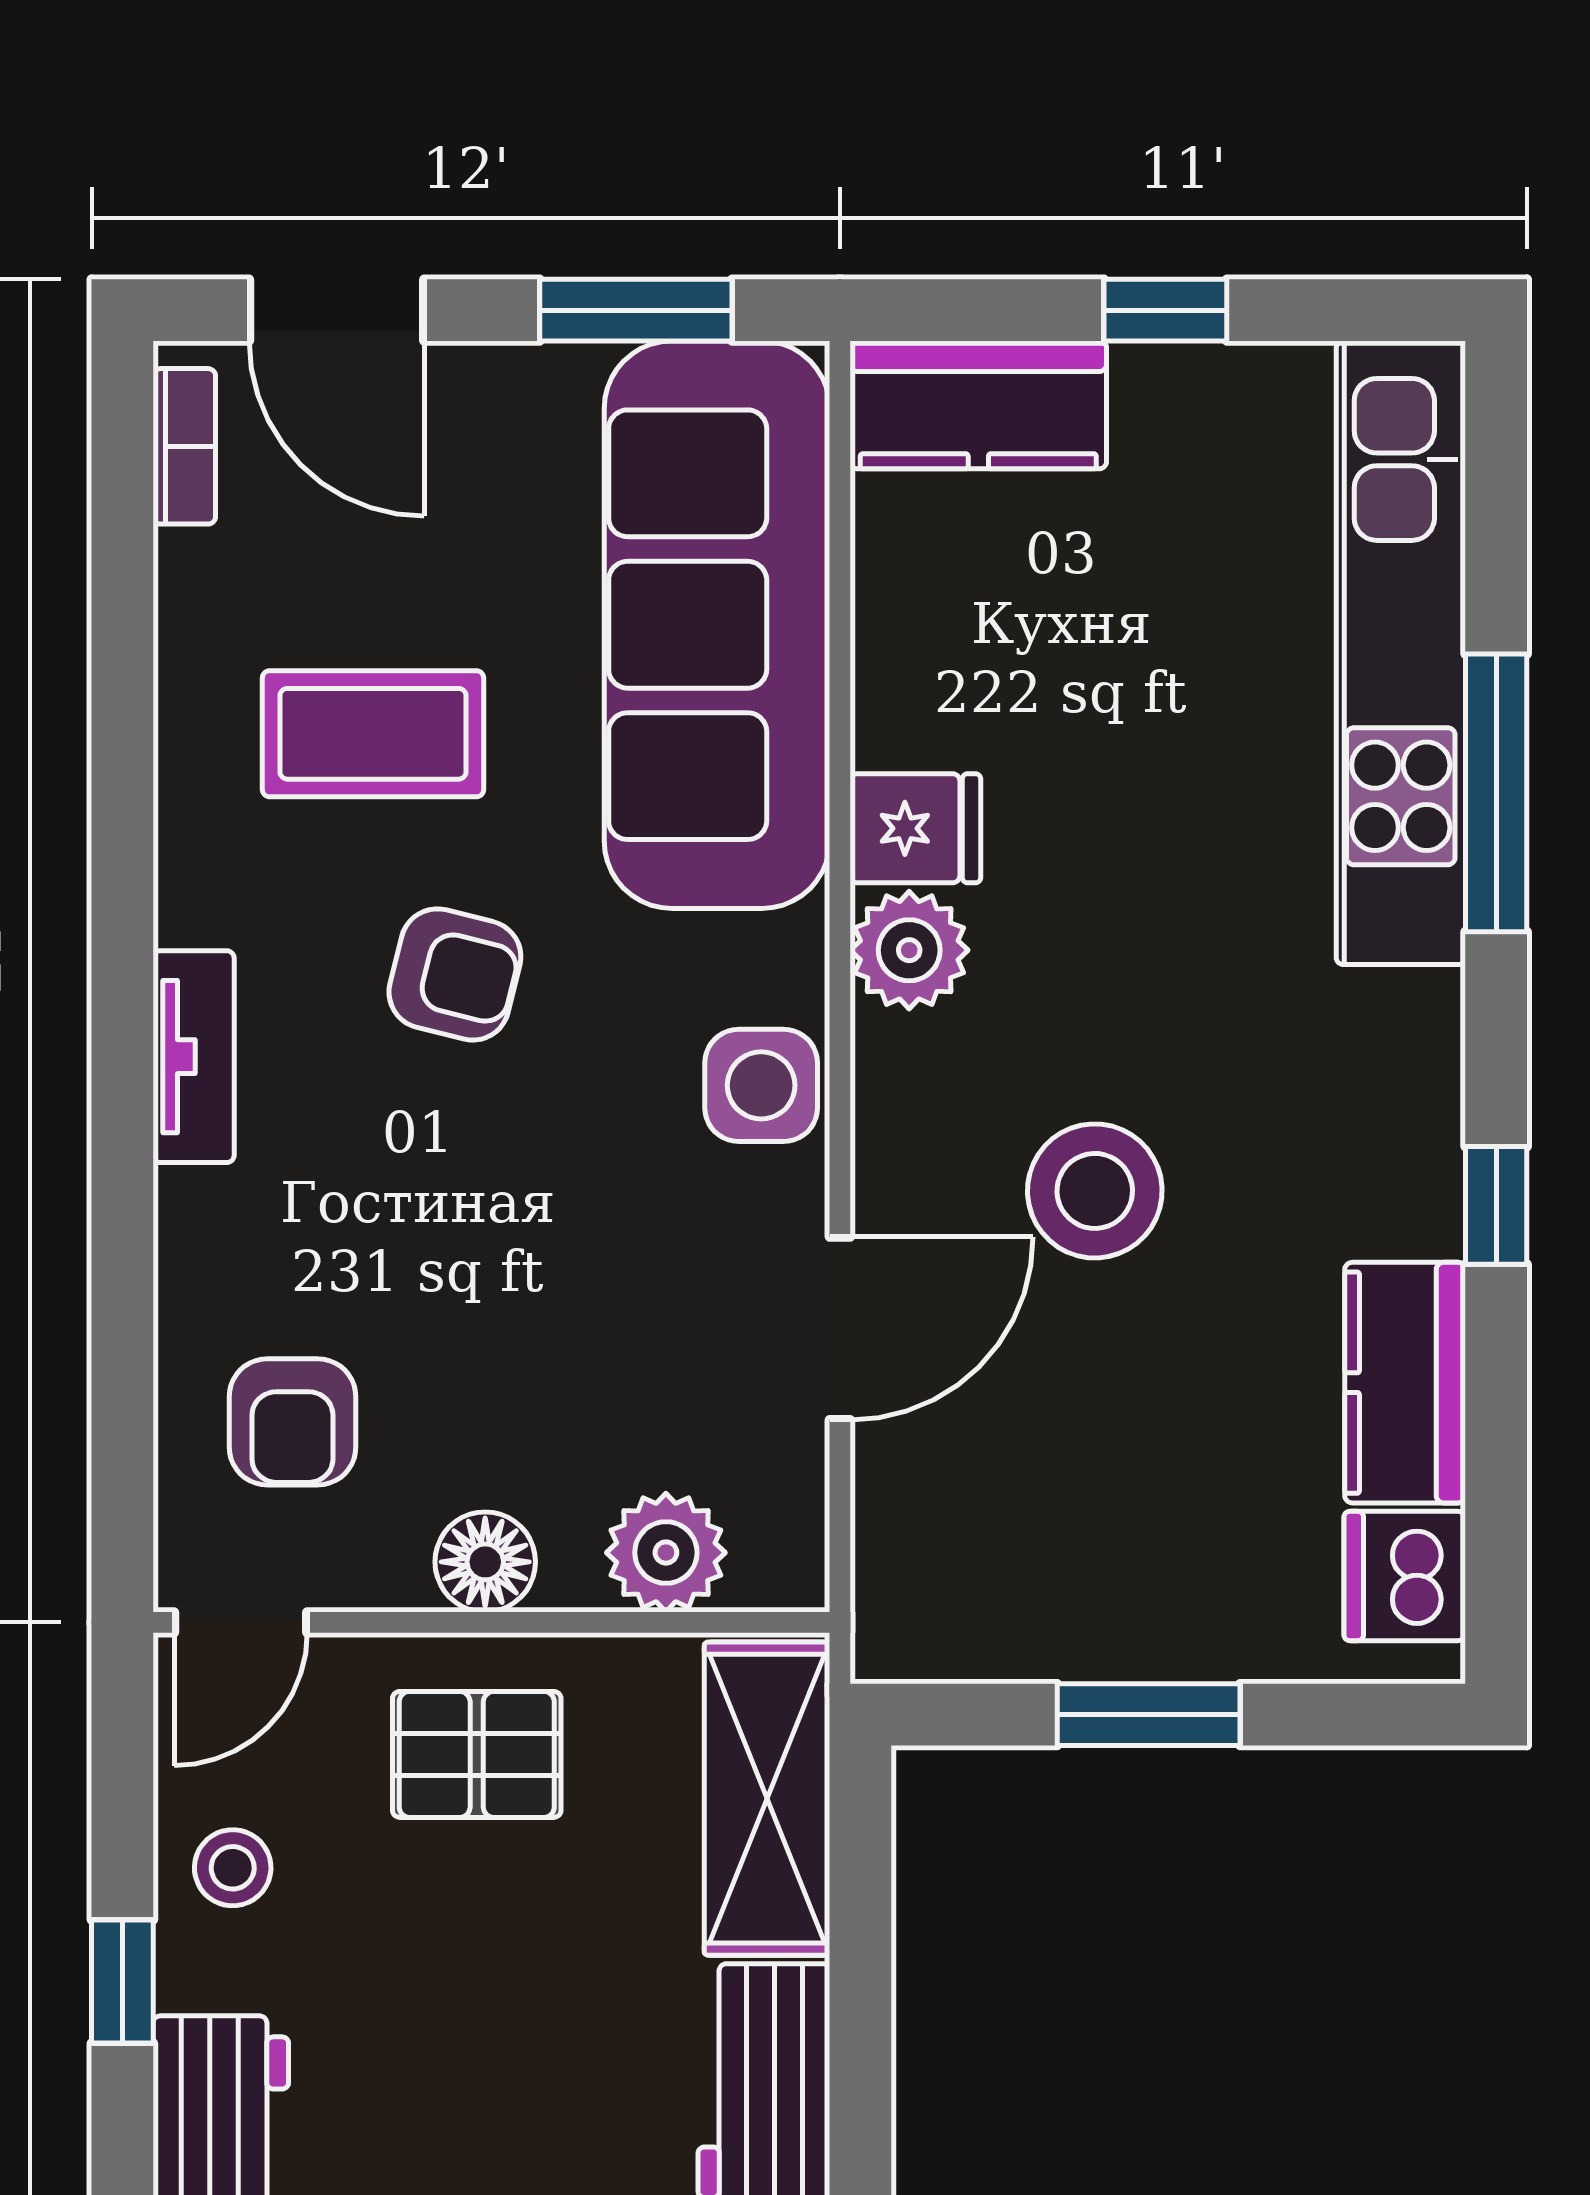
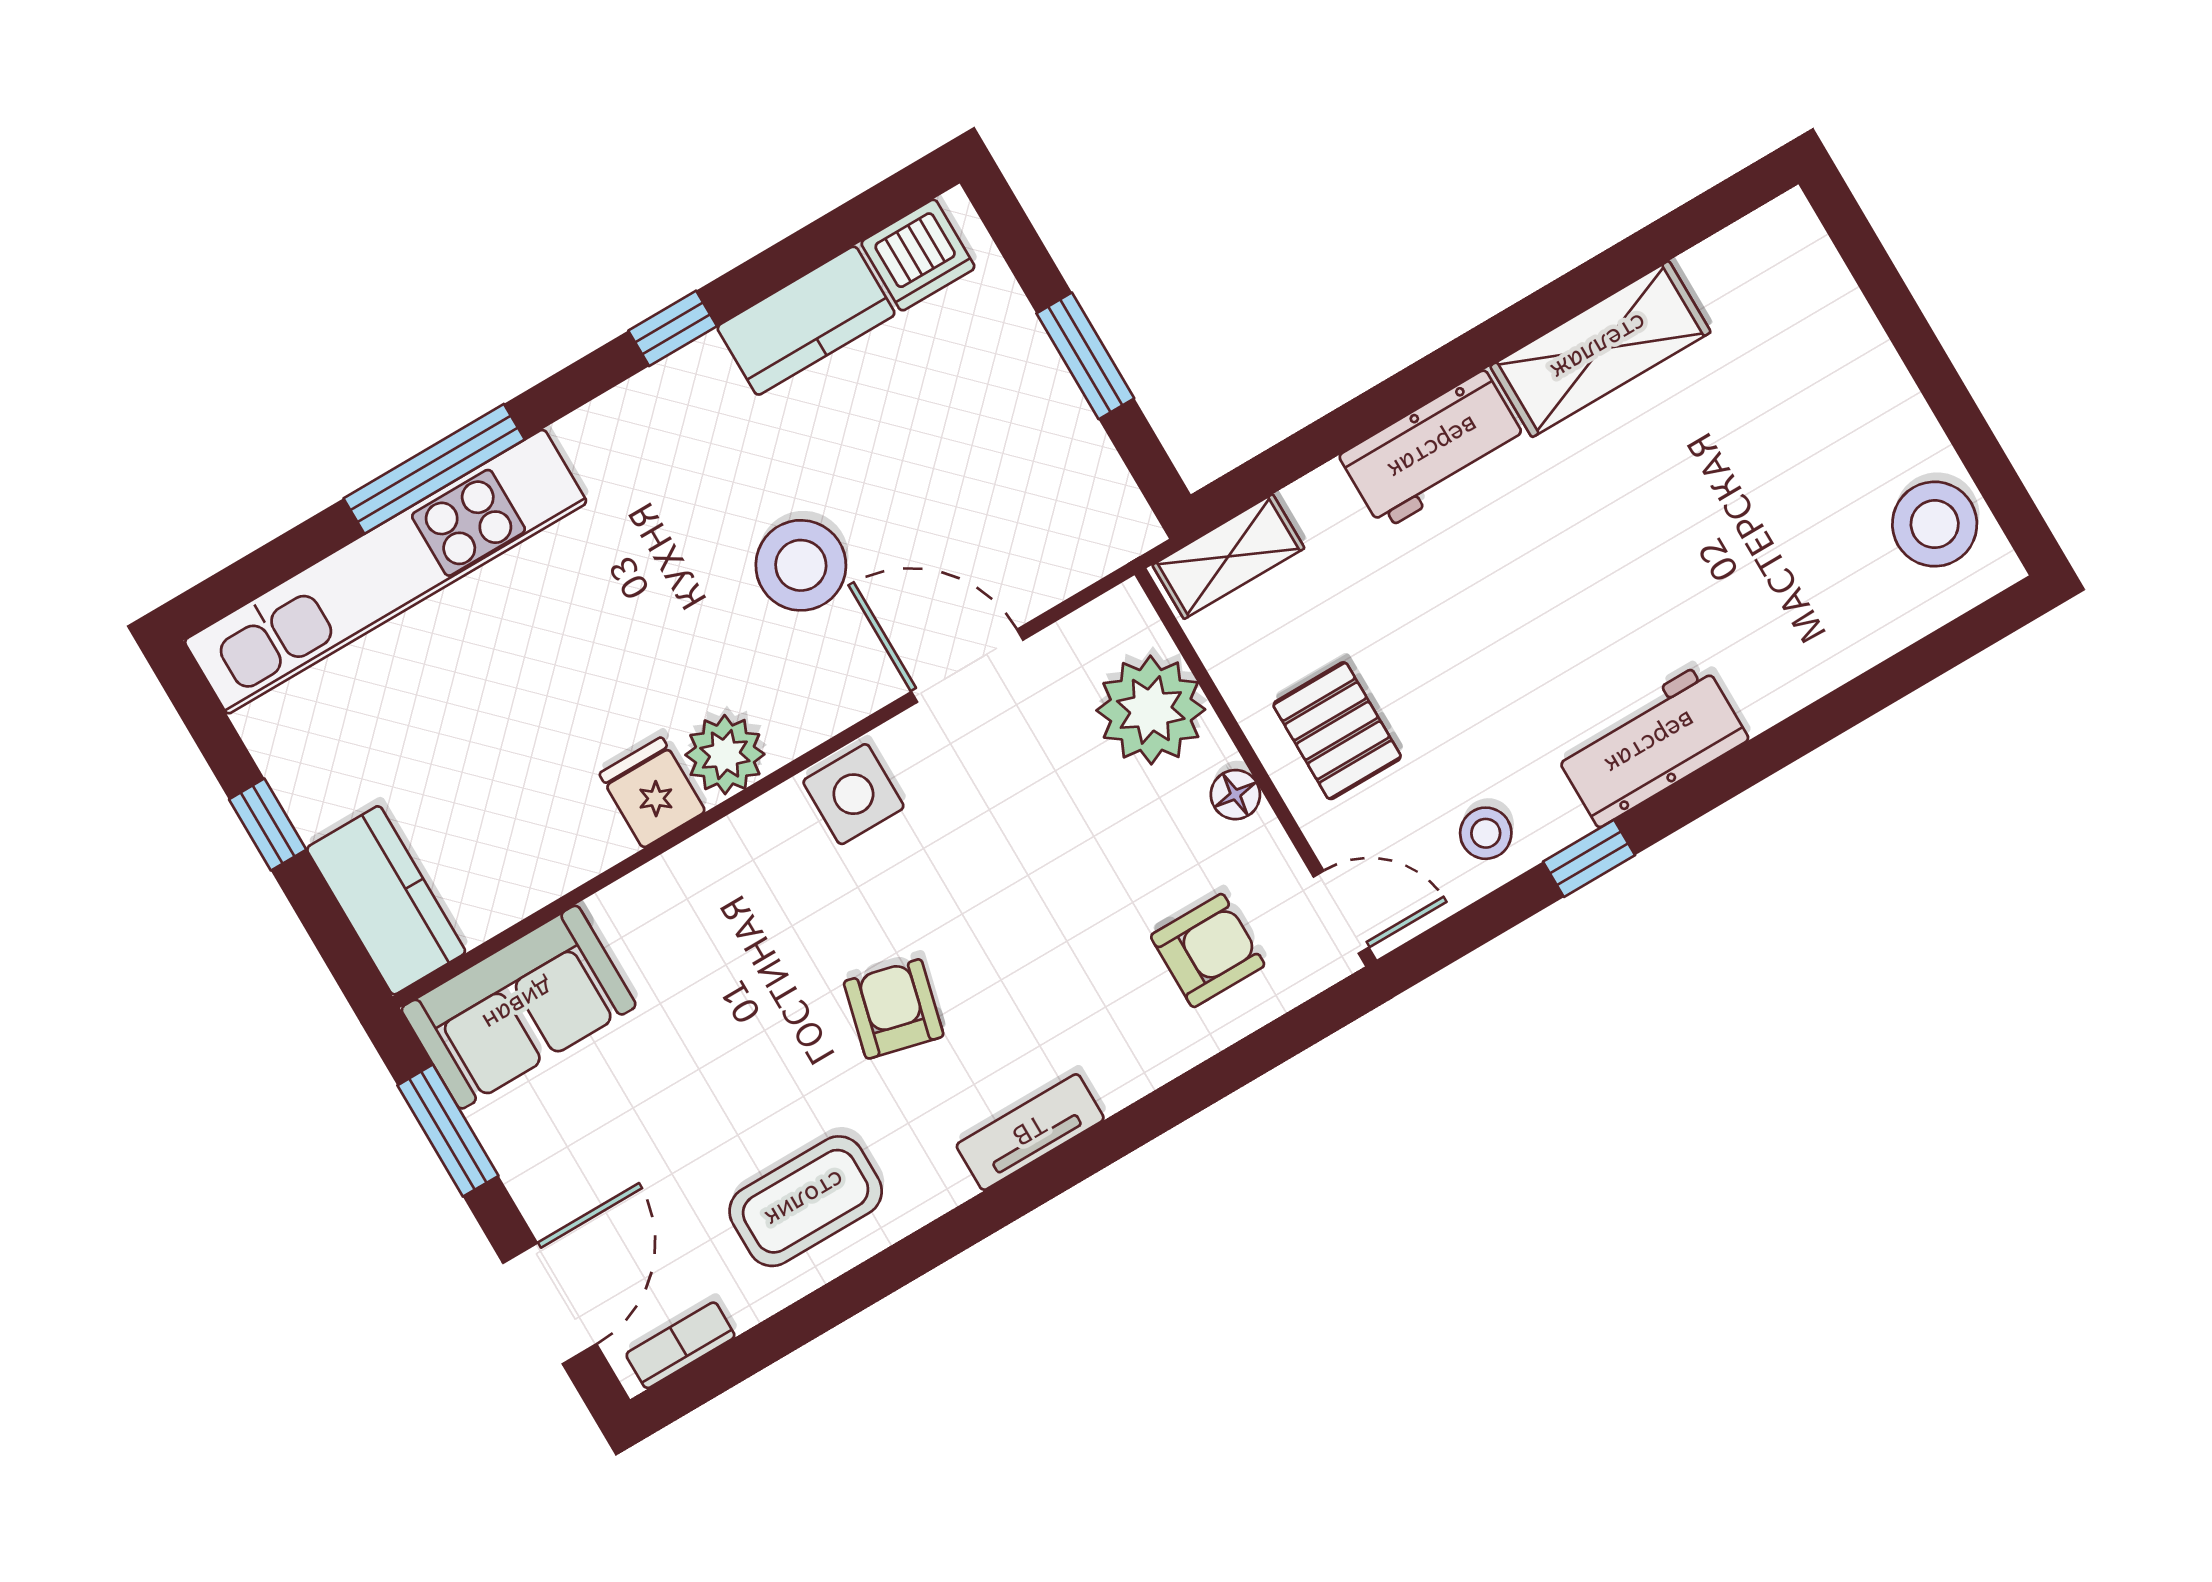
sofa: (717, 625) -> (519, 1007), width x0.54, depth x0.79
coffee table: (373, 734) -> (806, 1201), moved, turned 90
plant: (666, 1553) -> (1151, 710), width x1.36, depth x1.36
floor lamp: (485, 1562) -> (1235, 795), width x0.73, depth x0.73
shelving: (767, 1799) -> (1228, 557), width x0.67, depth x0.75

